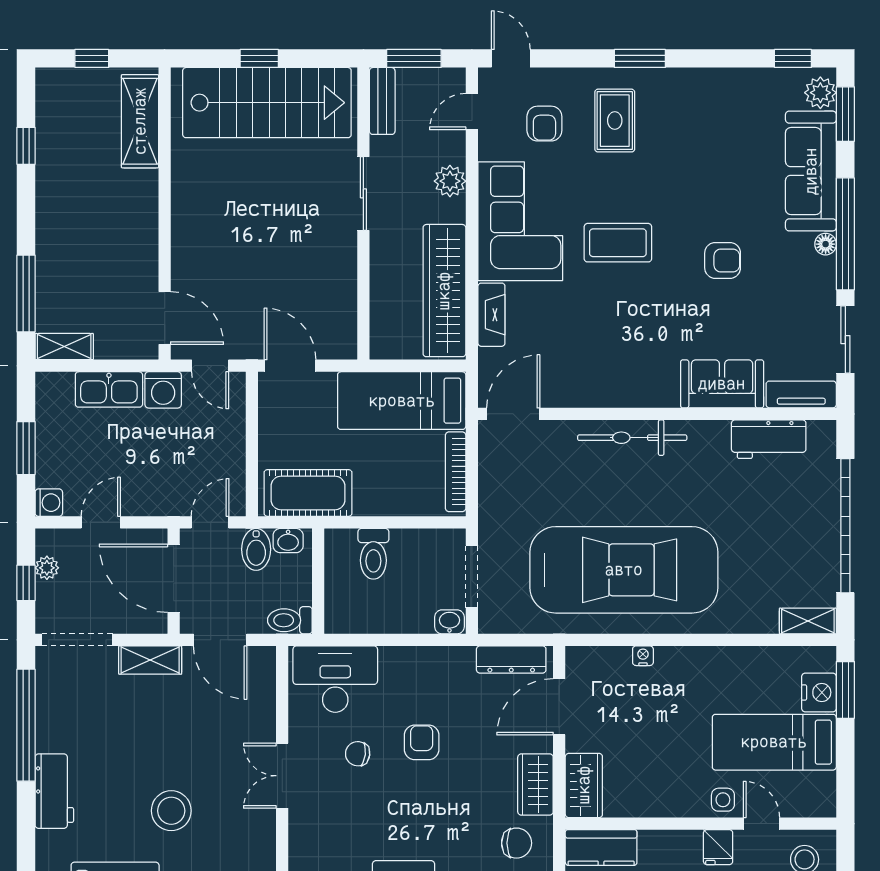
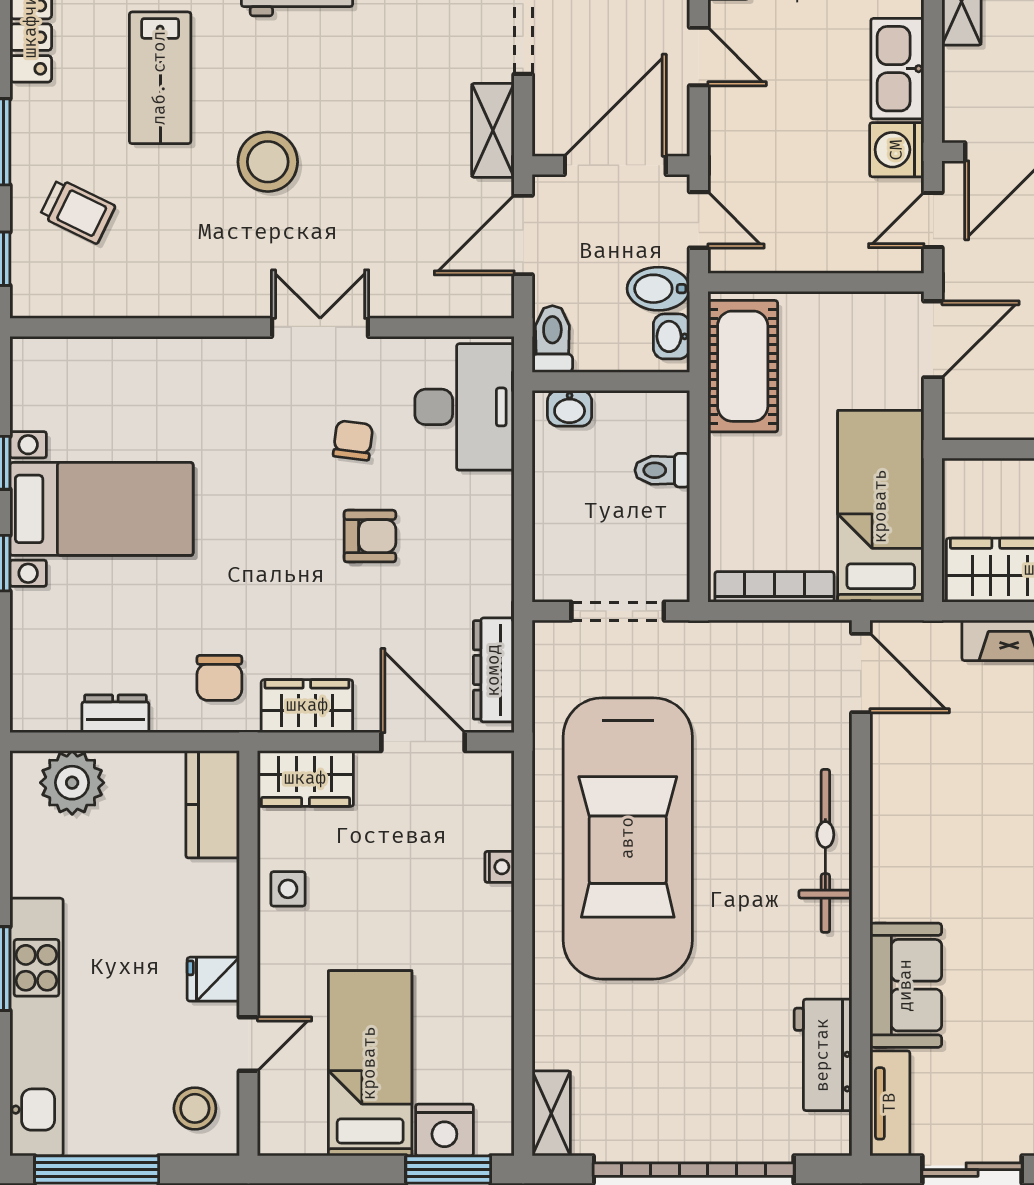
toilet: (373, 554) -> (662, 470), width x0.73, depth x0.72
washbasin: (449, 622) -> (570, 408), moved, turned 90
side table: (723, 800) -> (288, 889), moved

